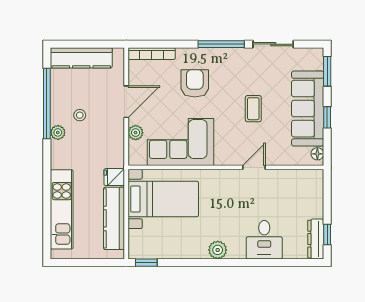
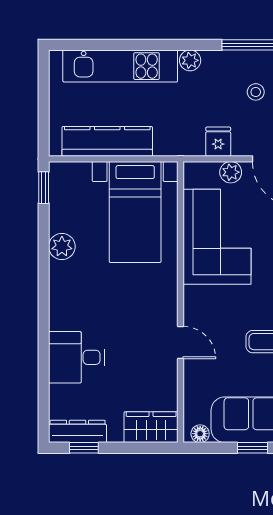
plant: (58, 132) -> (190, 60), moved
fridge: (114, 177) -> (218, 142), moved
wardrobe: (313, 188) -> (151, 427), added
plant: (218, 250) -> (62, 246), moved

